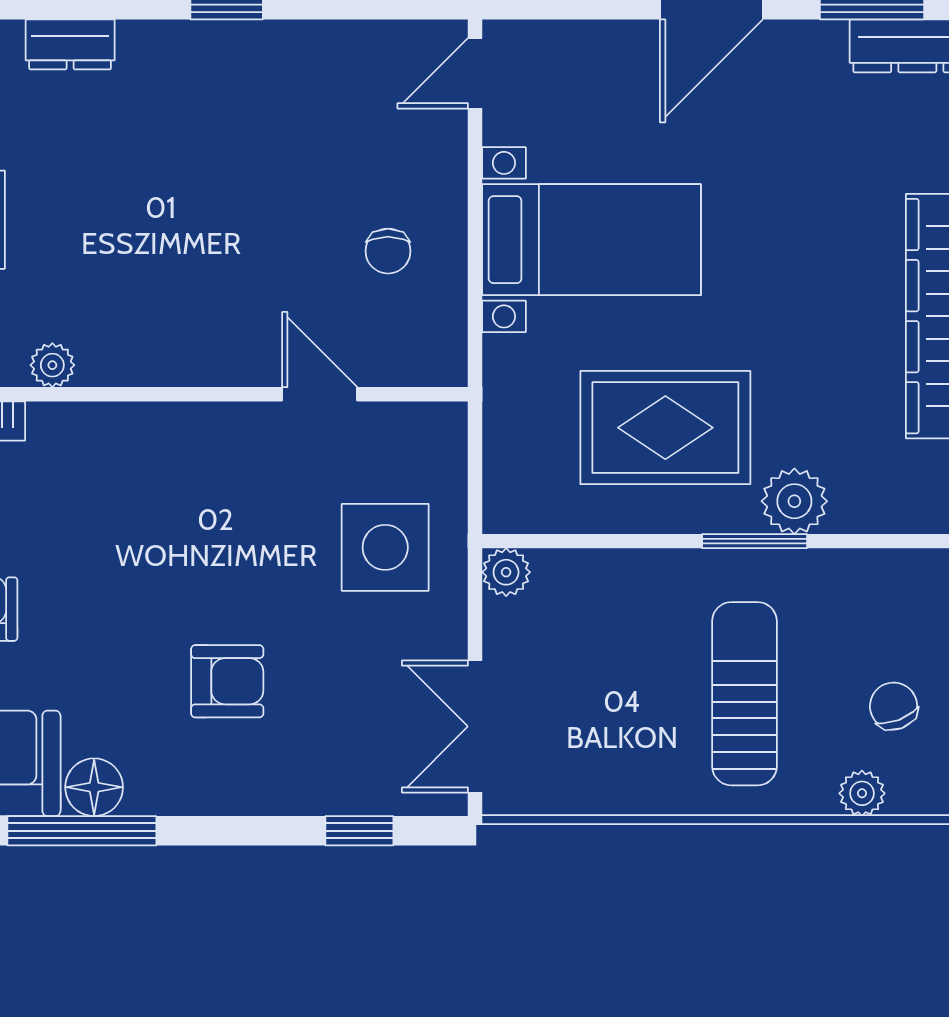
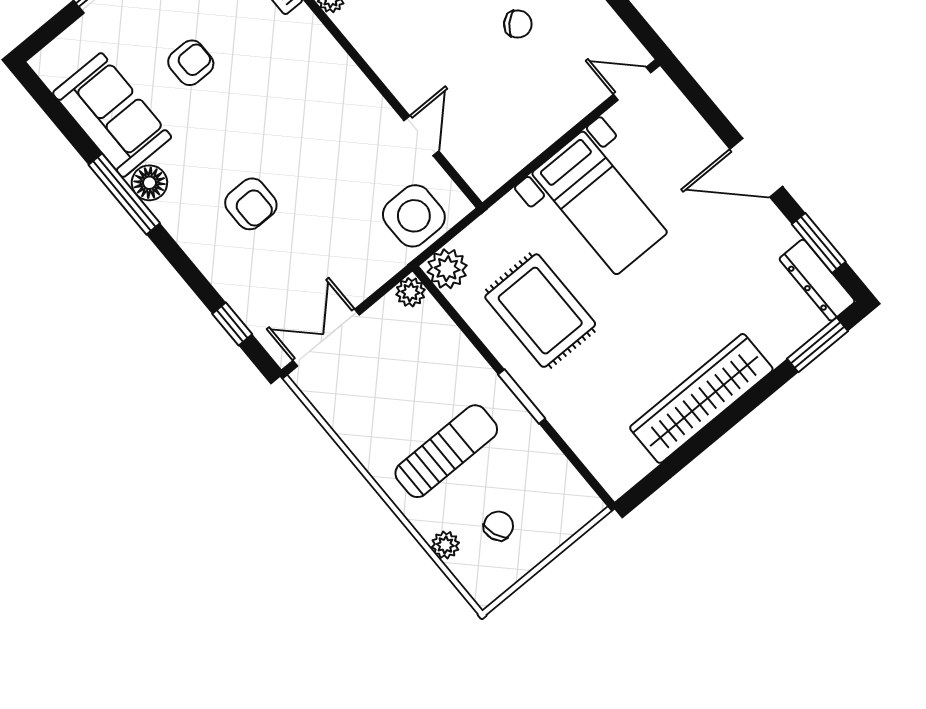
chair: (388, 251) -> (518, 24), moved, turned -135
plant: (794, 501) -> (447, 269), moved
side table: (385, 547) -> (414, 216), moved

